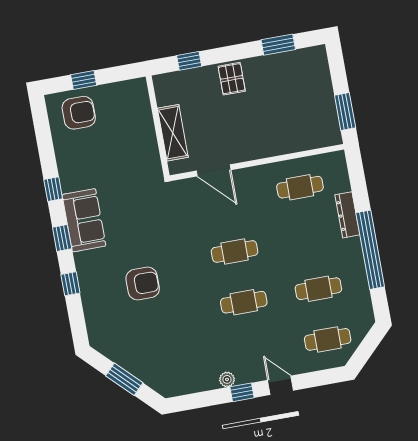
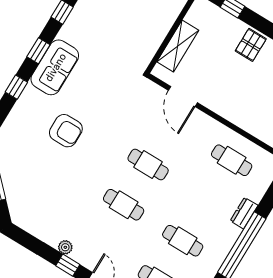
dresser: (347, 215) -> (244, 213), width x0.70
sofa: (84, 220) -> (55, 67), moved

